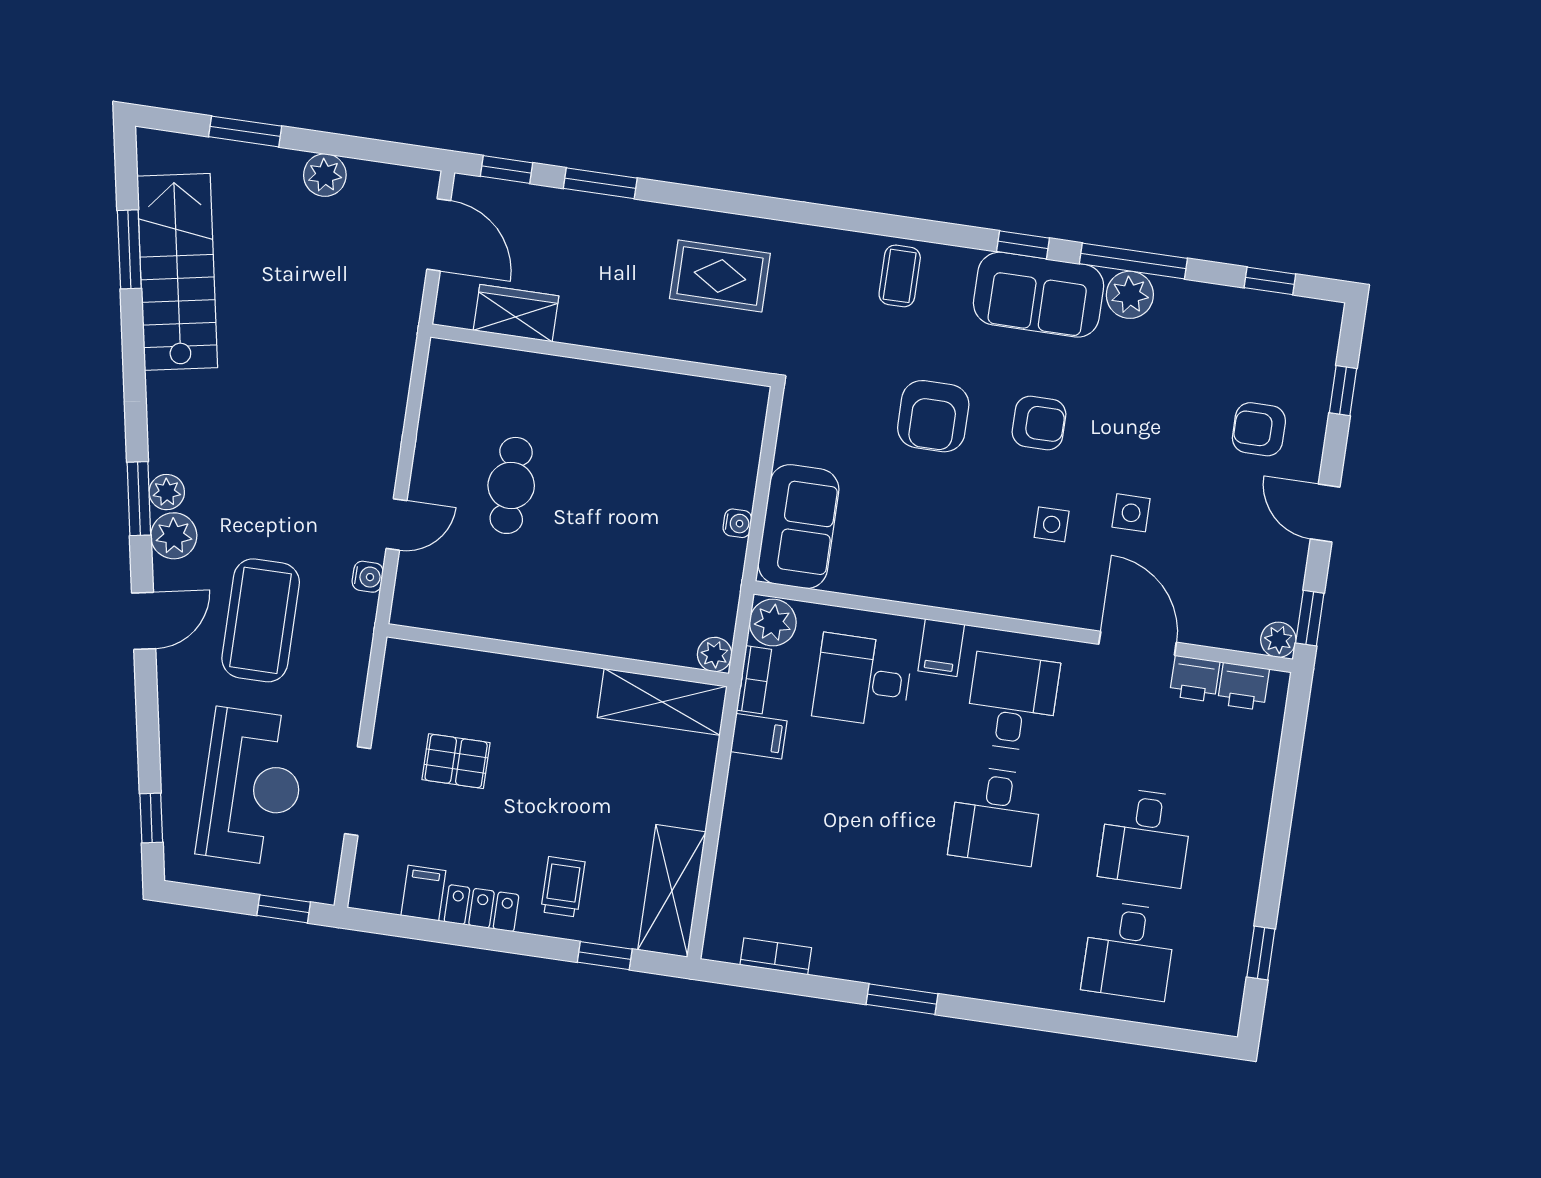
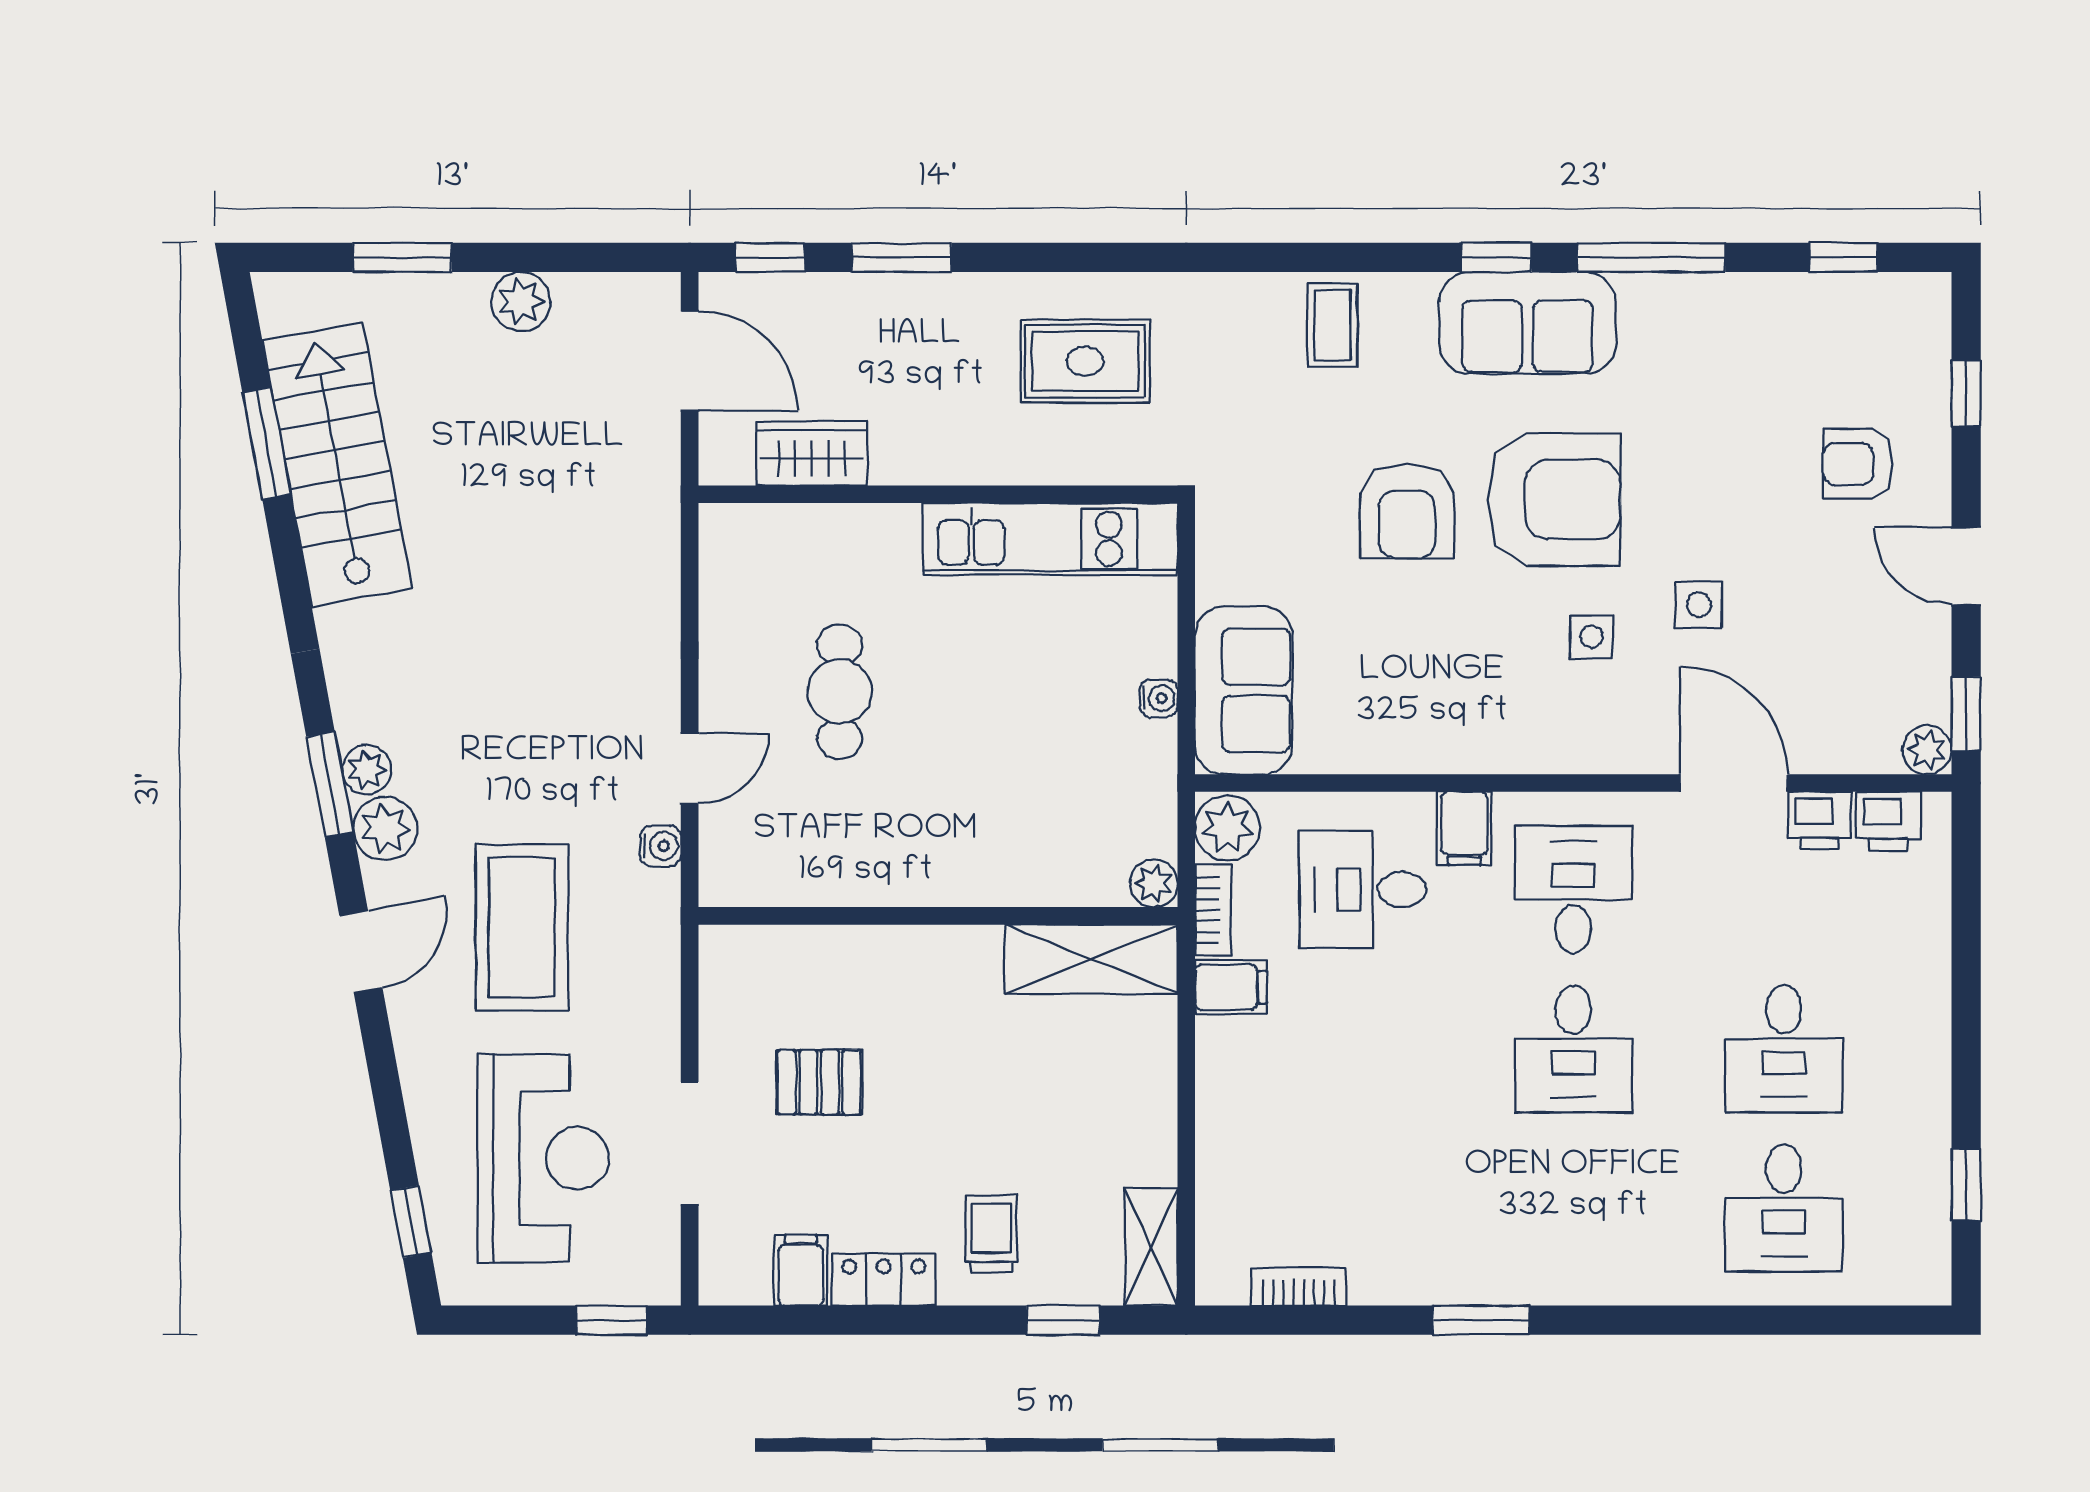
plant: (1130, 295) -> (1653, 305), removed
kitchen unit: (677, 399) -> (1050, 539), added
armchair: (1039, 423) -> (1554, 500), width x1.88, depth x1.88
shelving: (672, 891) -> (1151, 1247), width x0.67, depth x0.75

